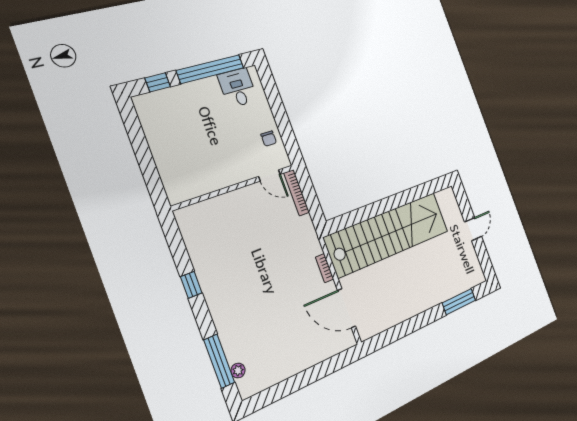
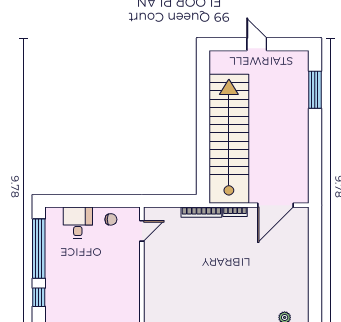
desk: (238, 88) -> (78, 223), moved, turned 90
bookcase: (296, 193) -> (201, 212), moved

